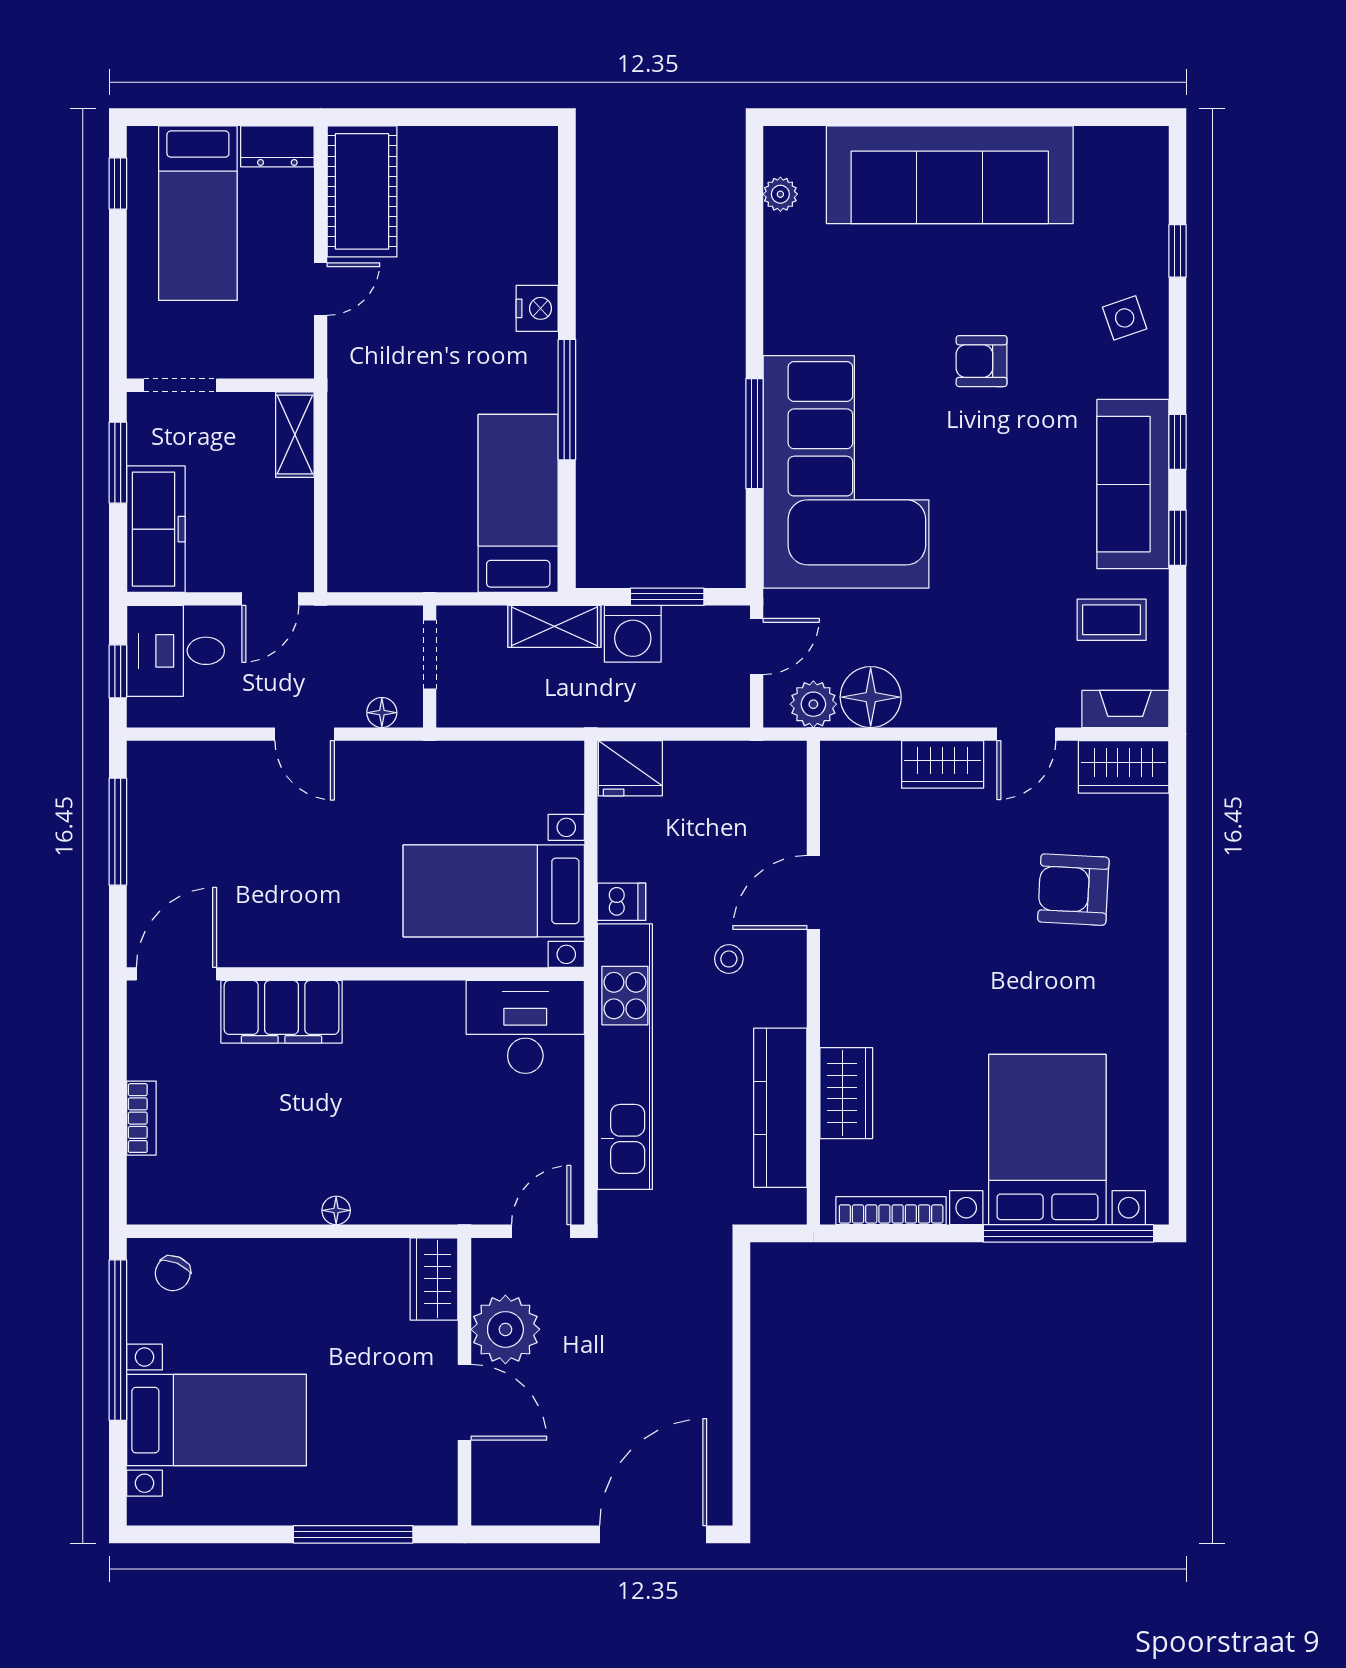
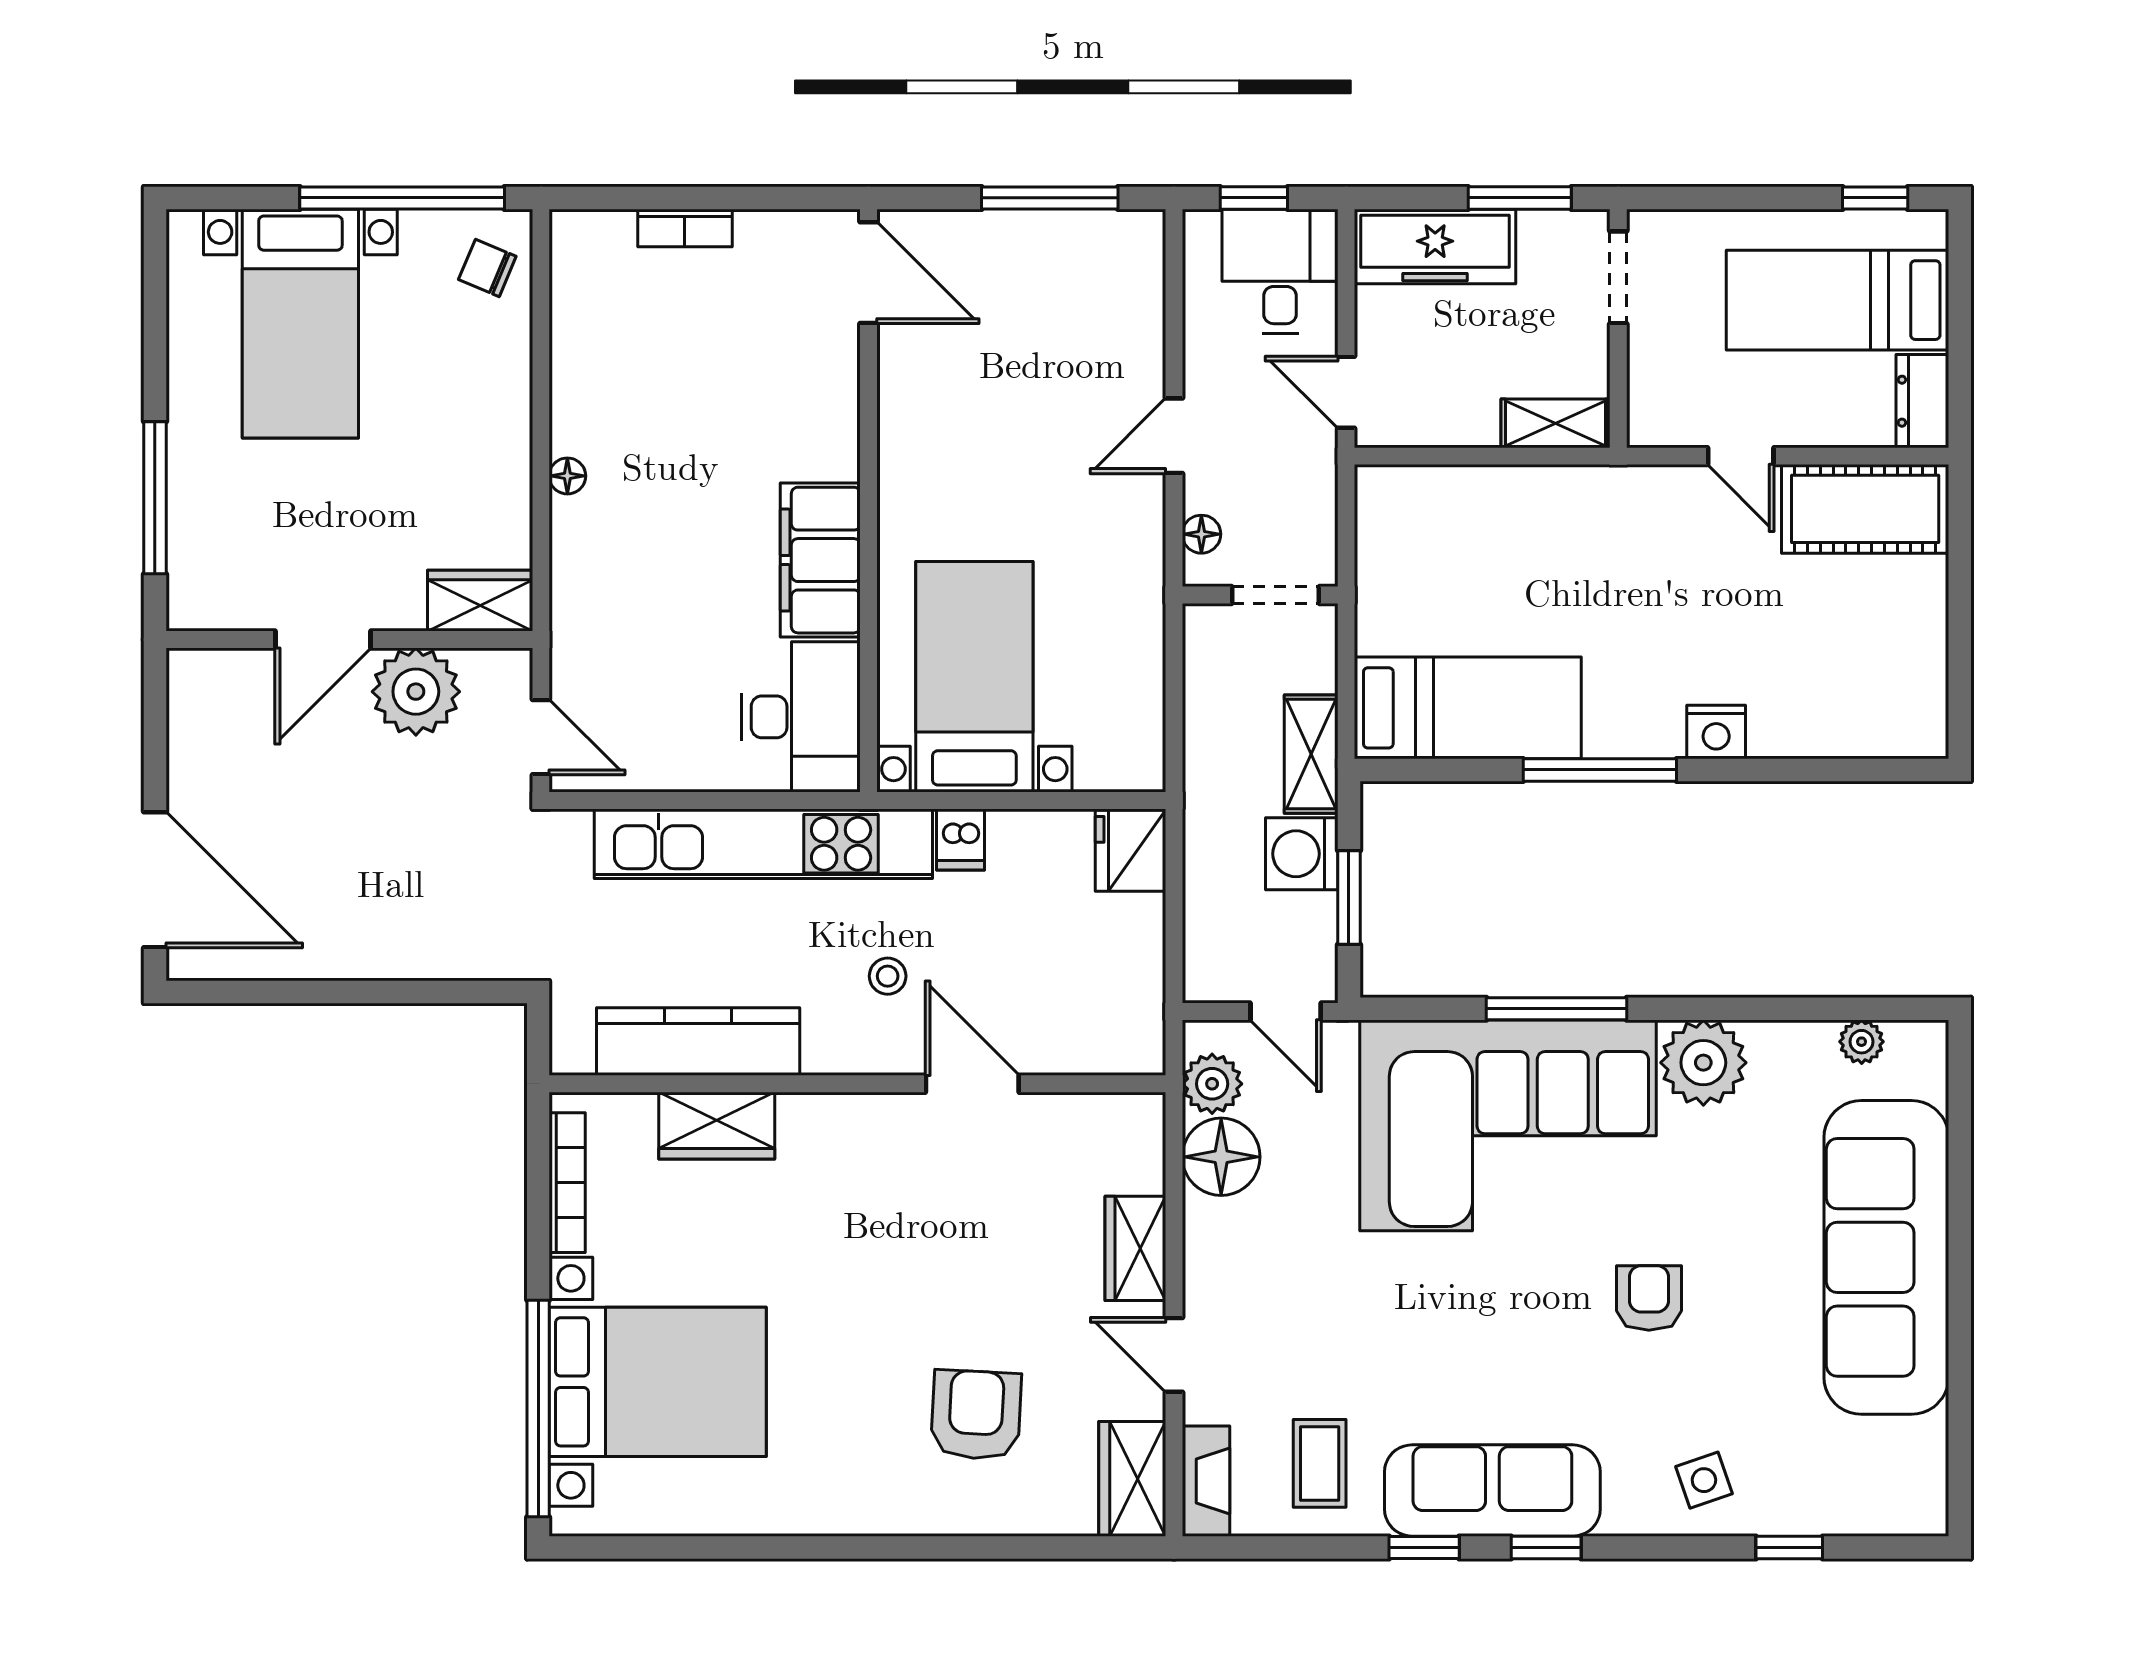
plant: (797, 318) -> (1703, 1063), added
filing cabinet: (282, 1012) -> (820, 560), moved

